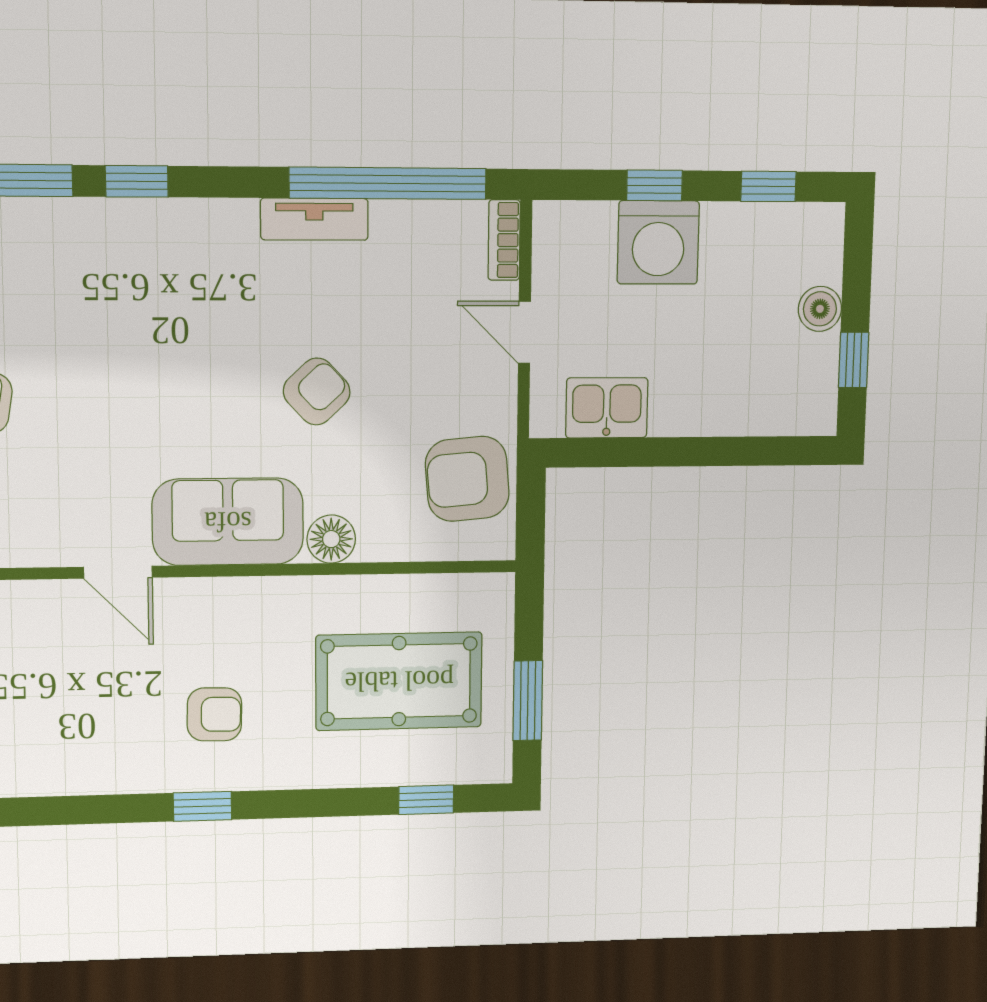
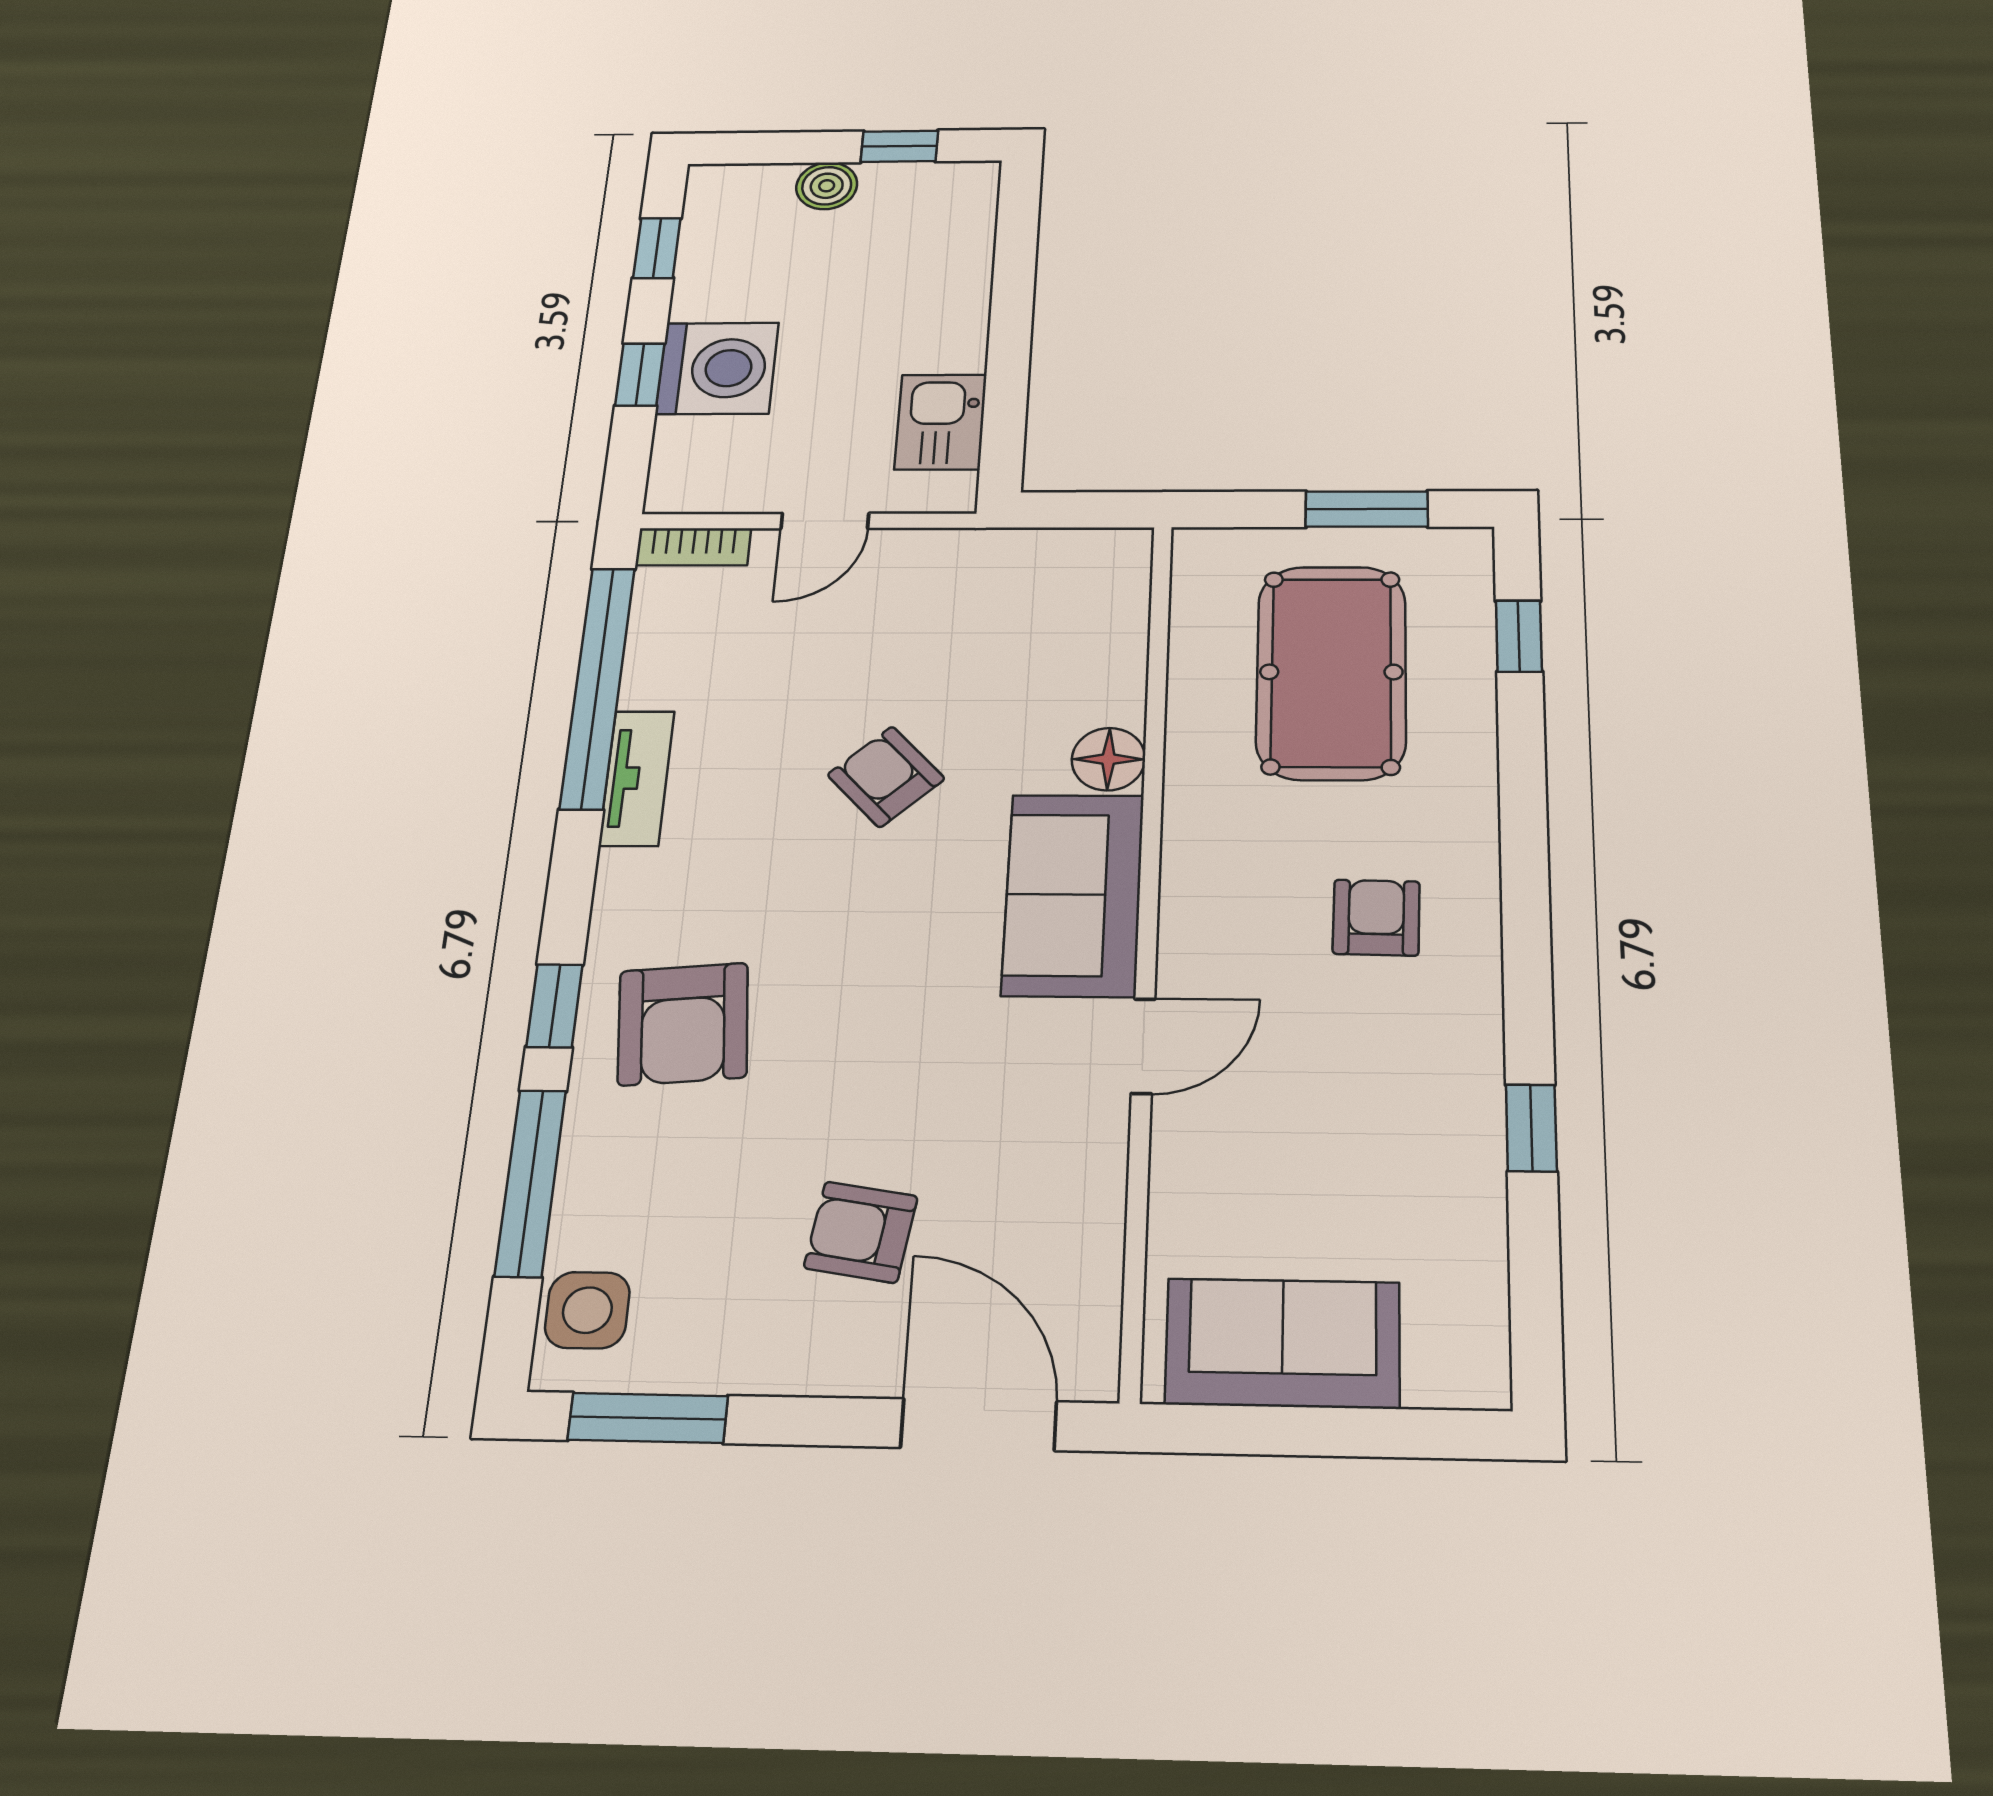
armchair: (467, 479) -> (683, 1024), moved
window: (203, 806) -> (1531, 1128), moved

